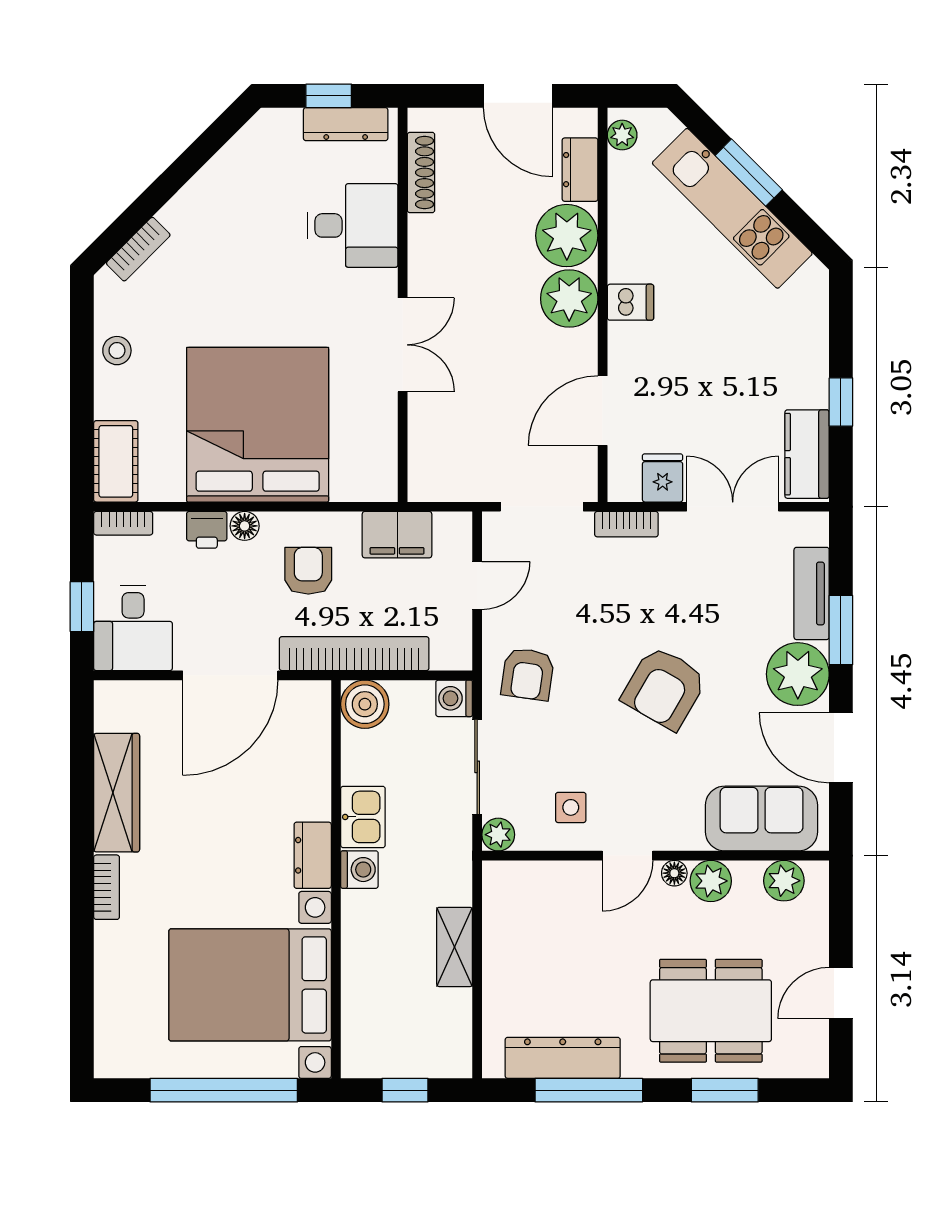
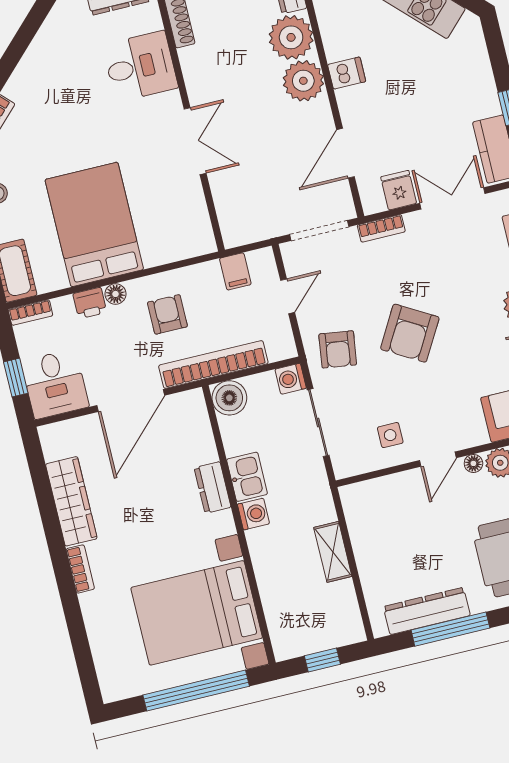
bed: (258, 425) -> (94, 224), width x0.73
filing cabinet: (397, 535) -> (235, 271), width x0.50
armchair: (664, 688) -> (410, 333), moved
plant: (498, 835) -> (344, 466), removed
dresser: (313, 855) -> (213, 487), moved

